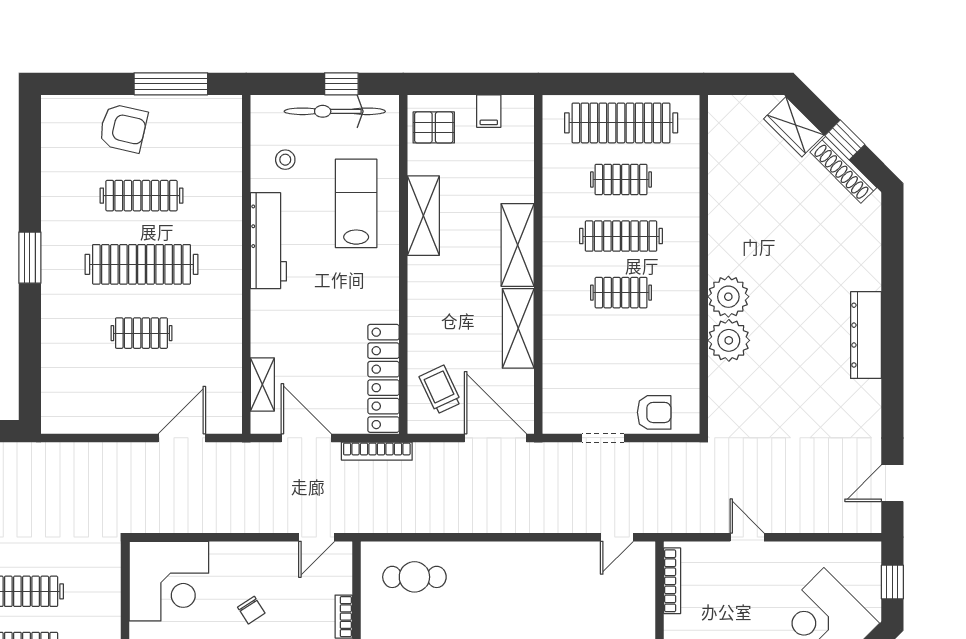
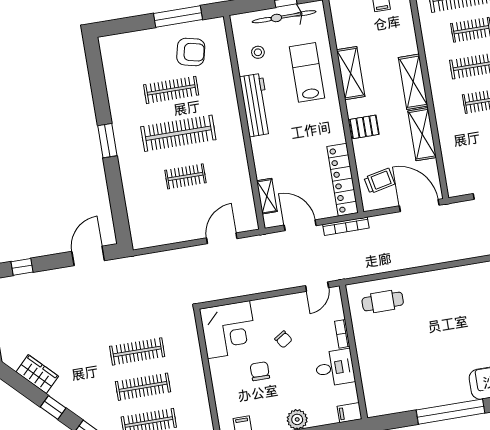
pallet: (434, 127) -> (364, 127), moved
armchair: (123, 128) -> (191, 52), moved
trolley: (440, 390) -> (379, 181), turned 103

